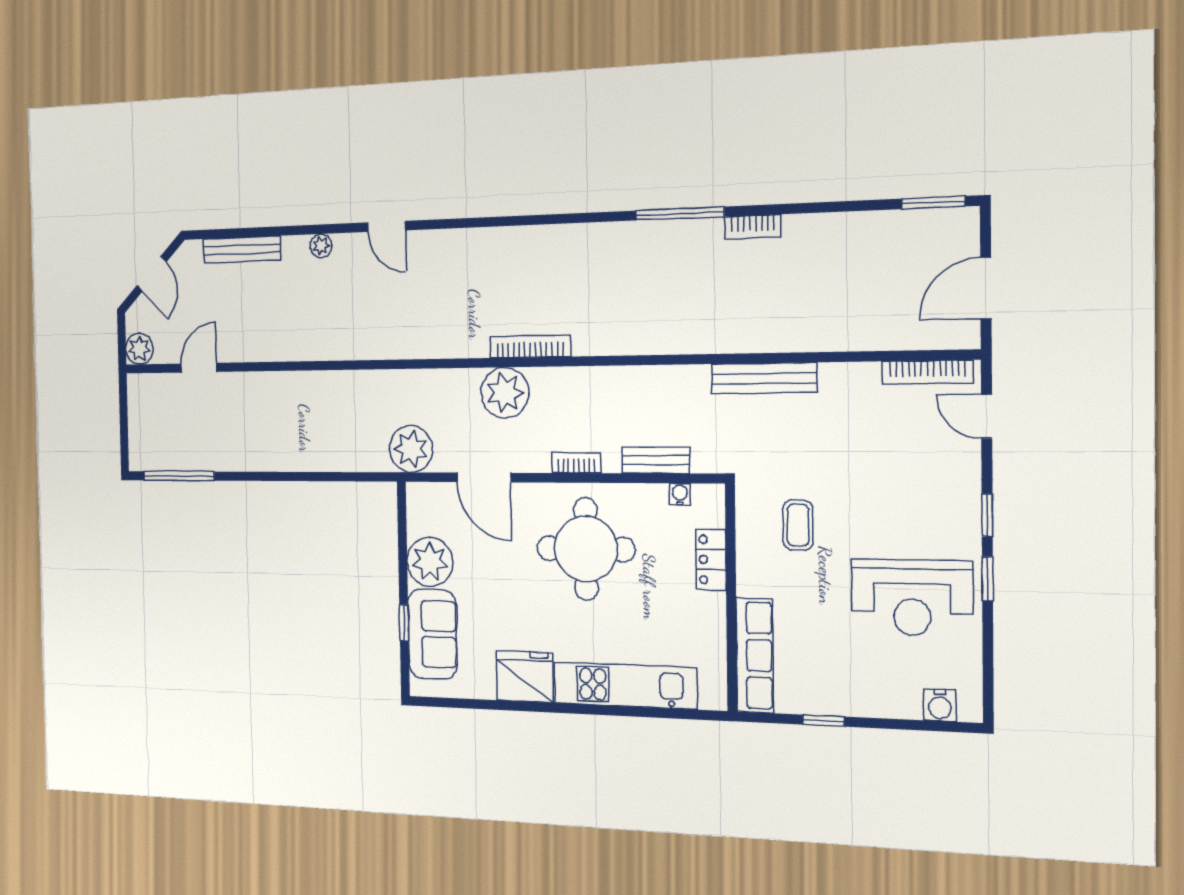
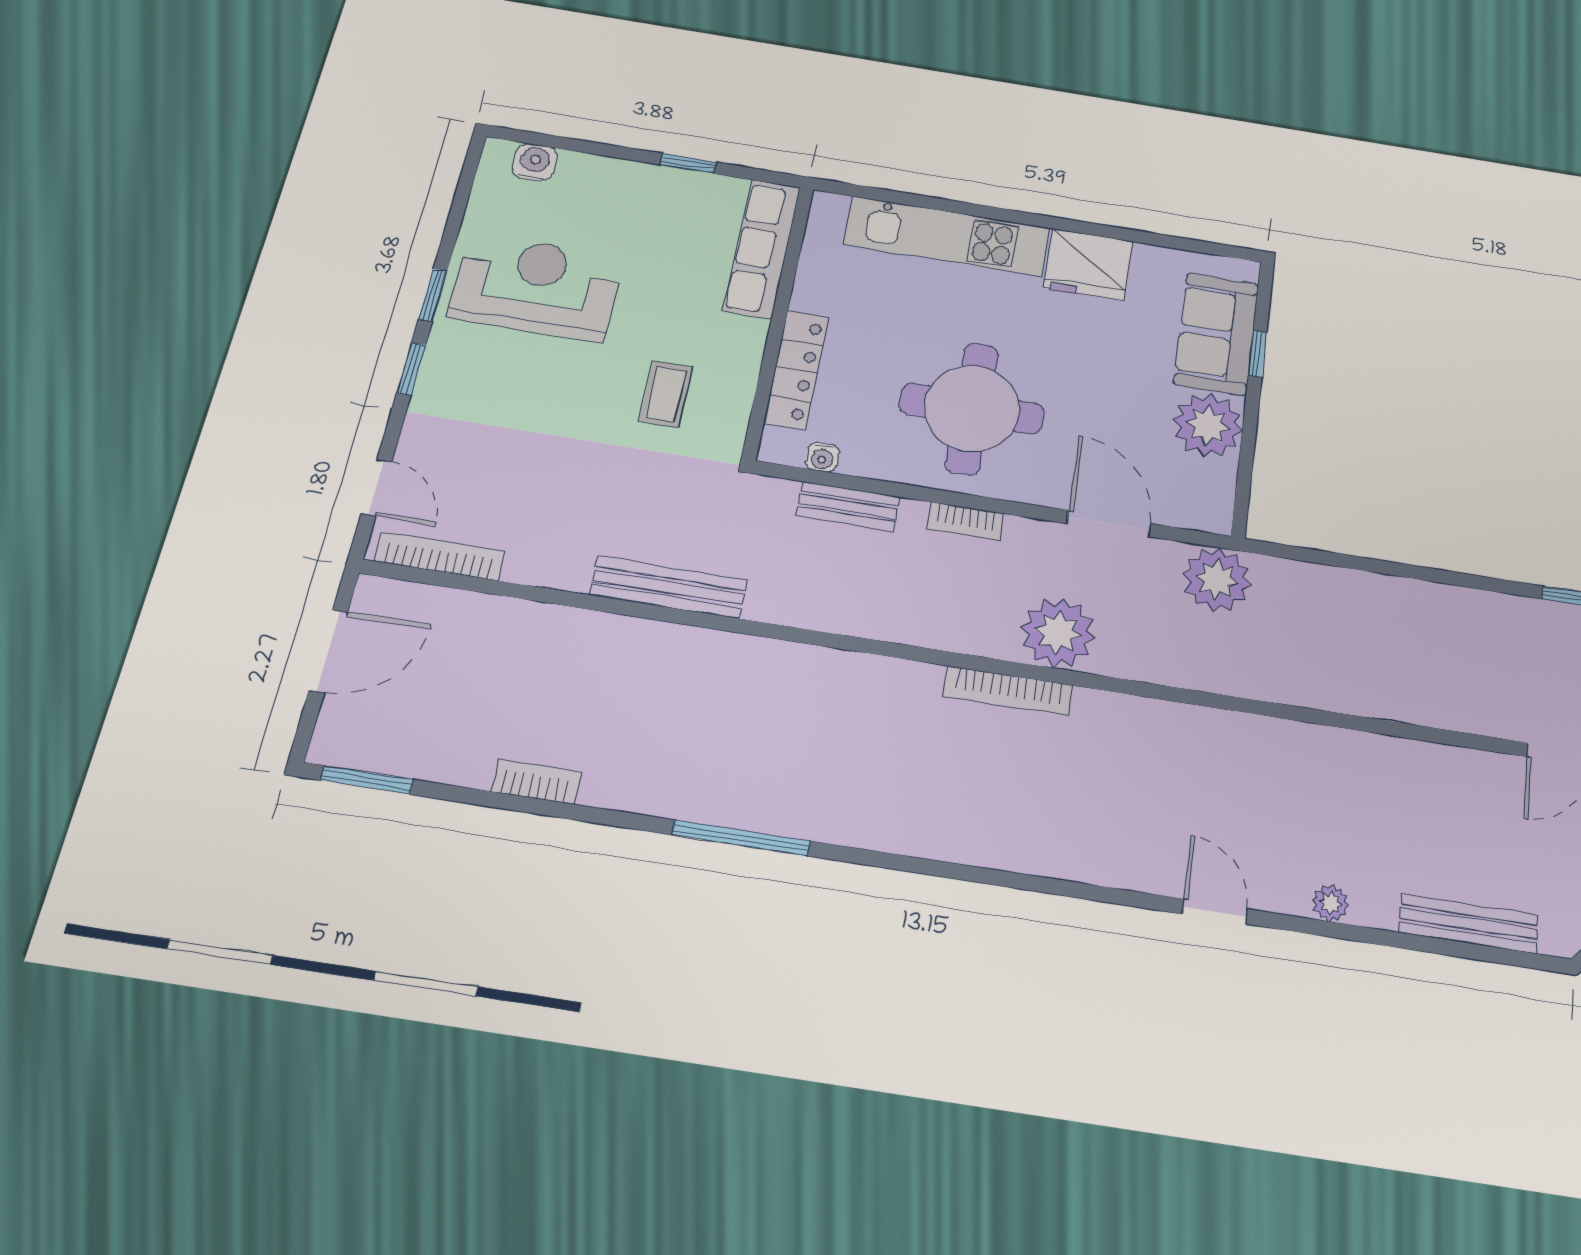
bookcase: (753, 227) -> (536, 782), moved
locker: (711, 560) -> (796, 370), width x1.53

